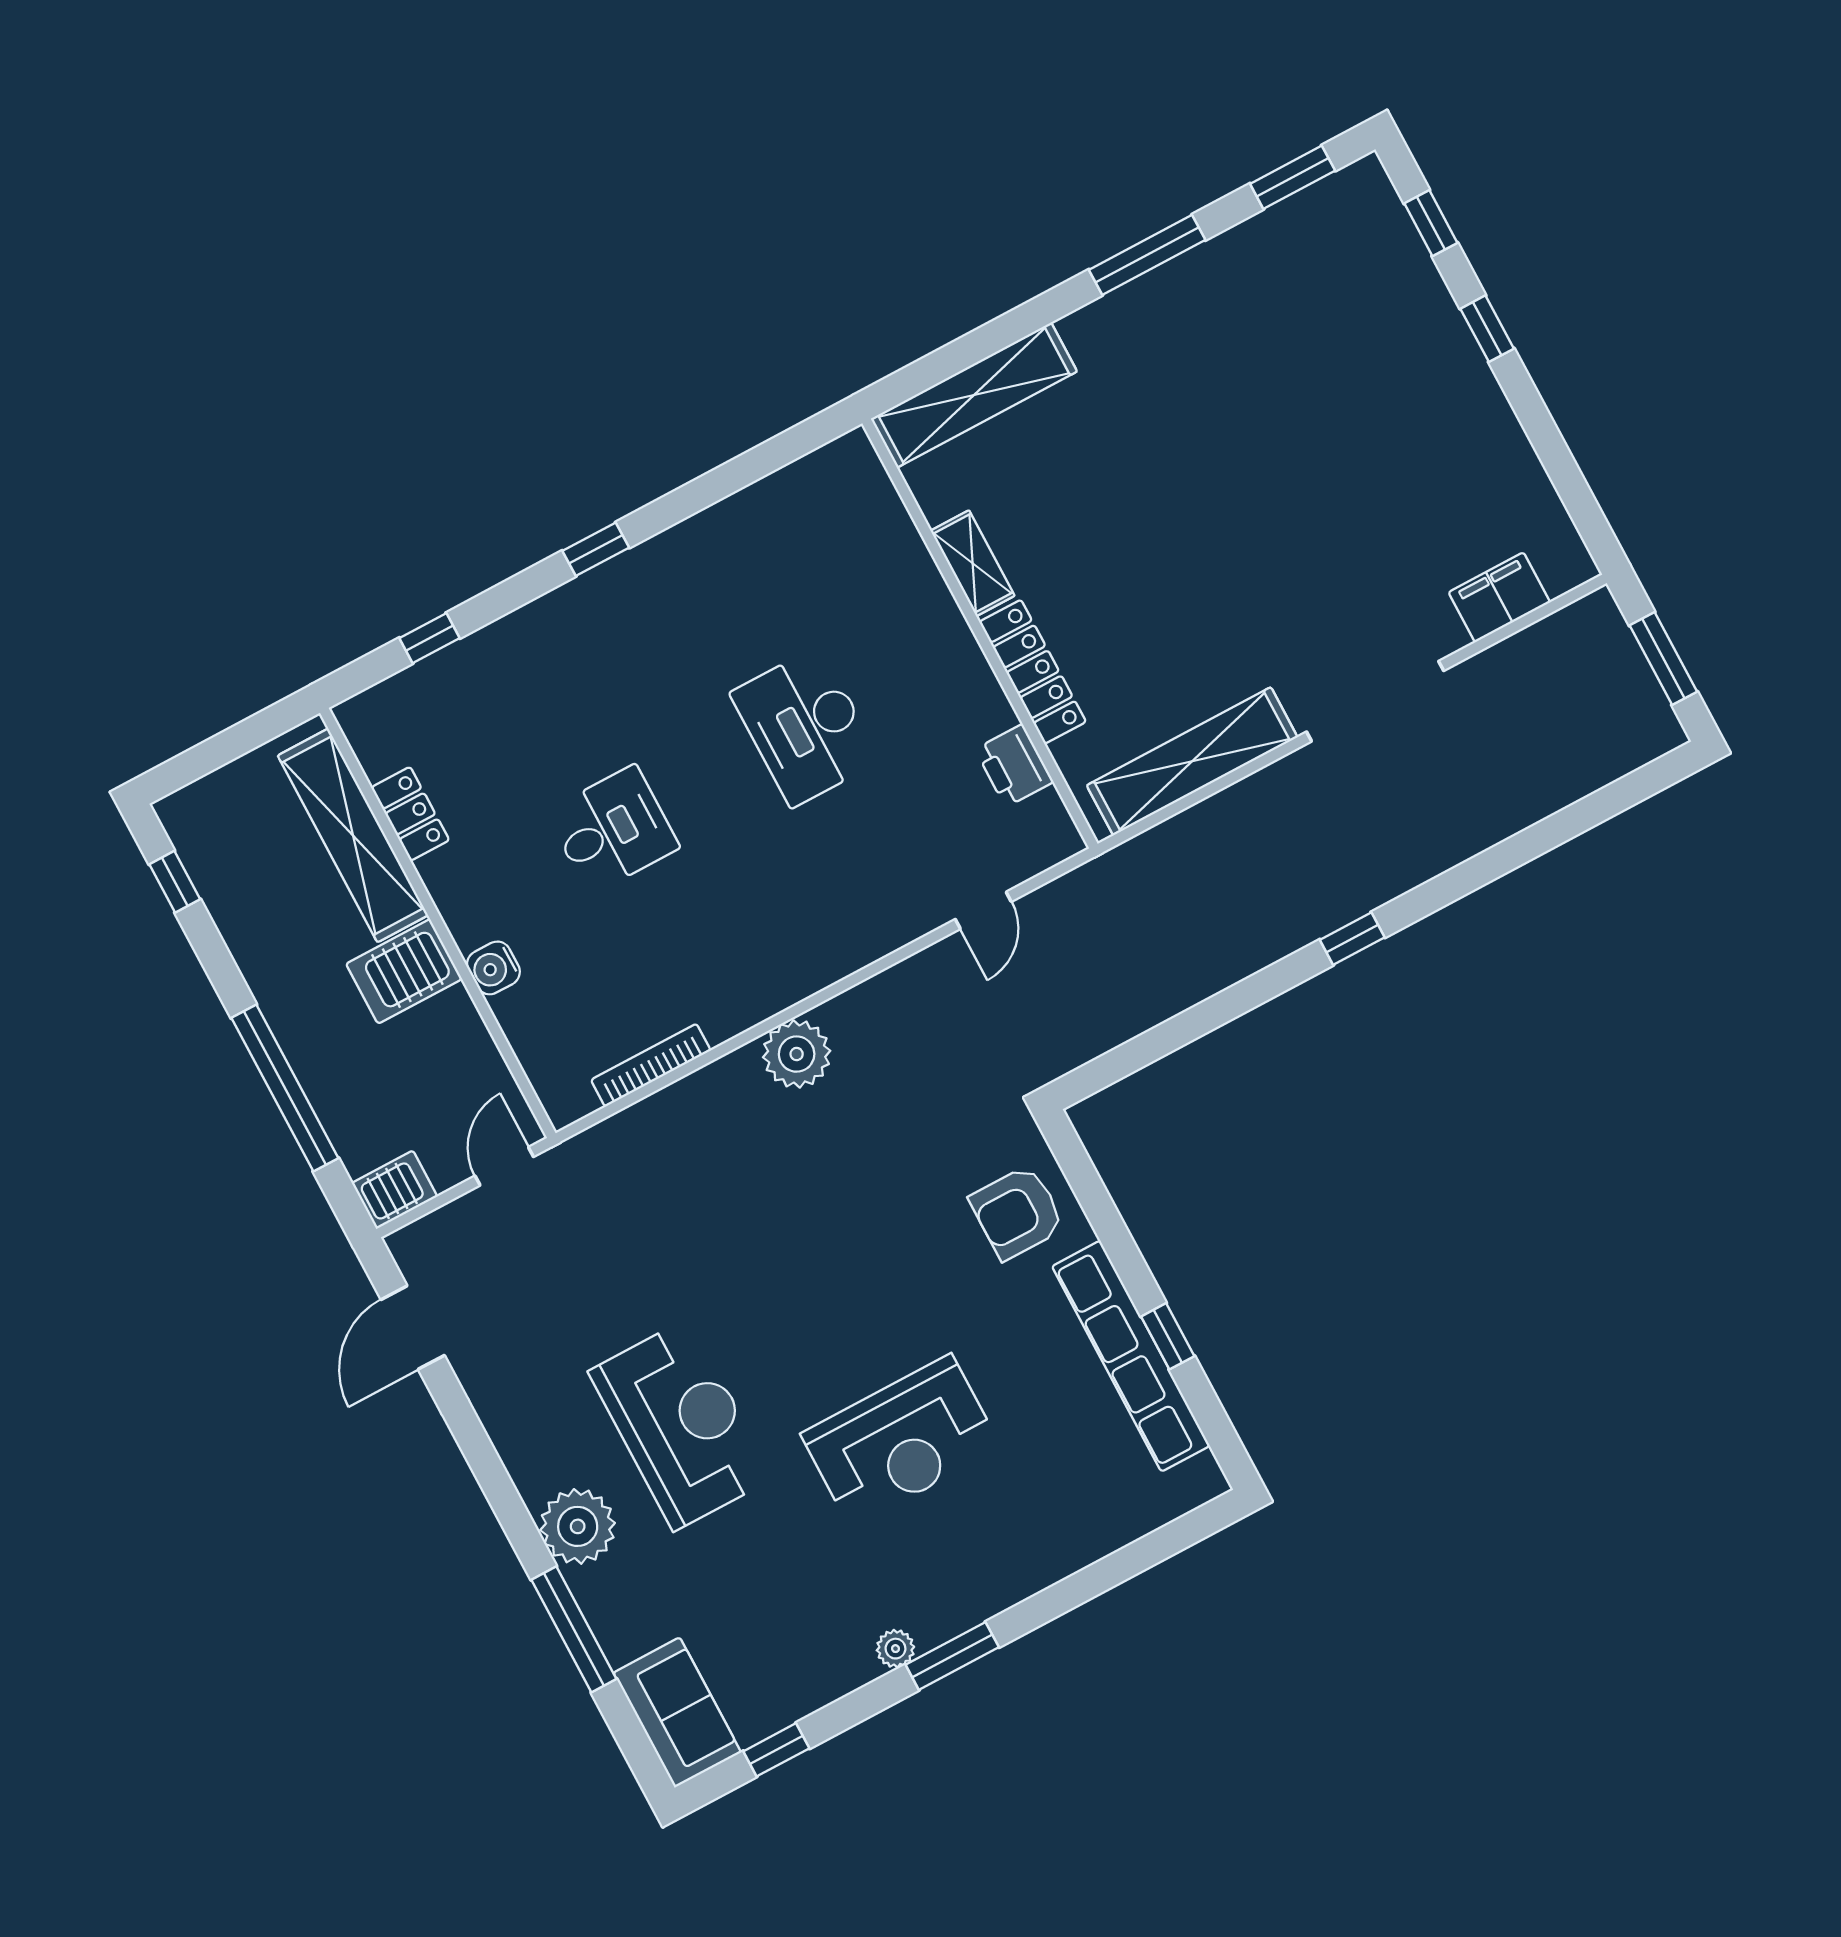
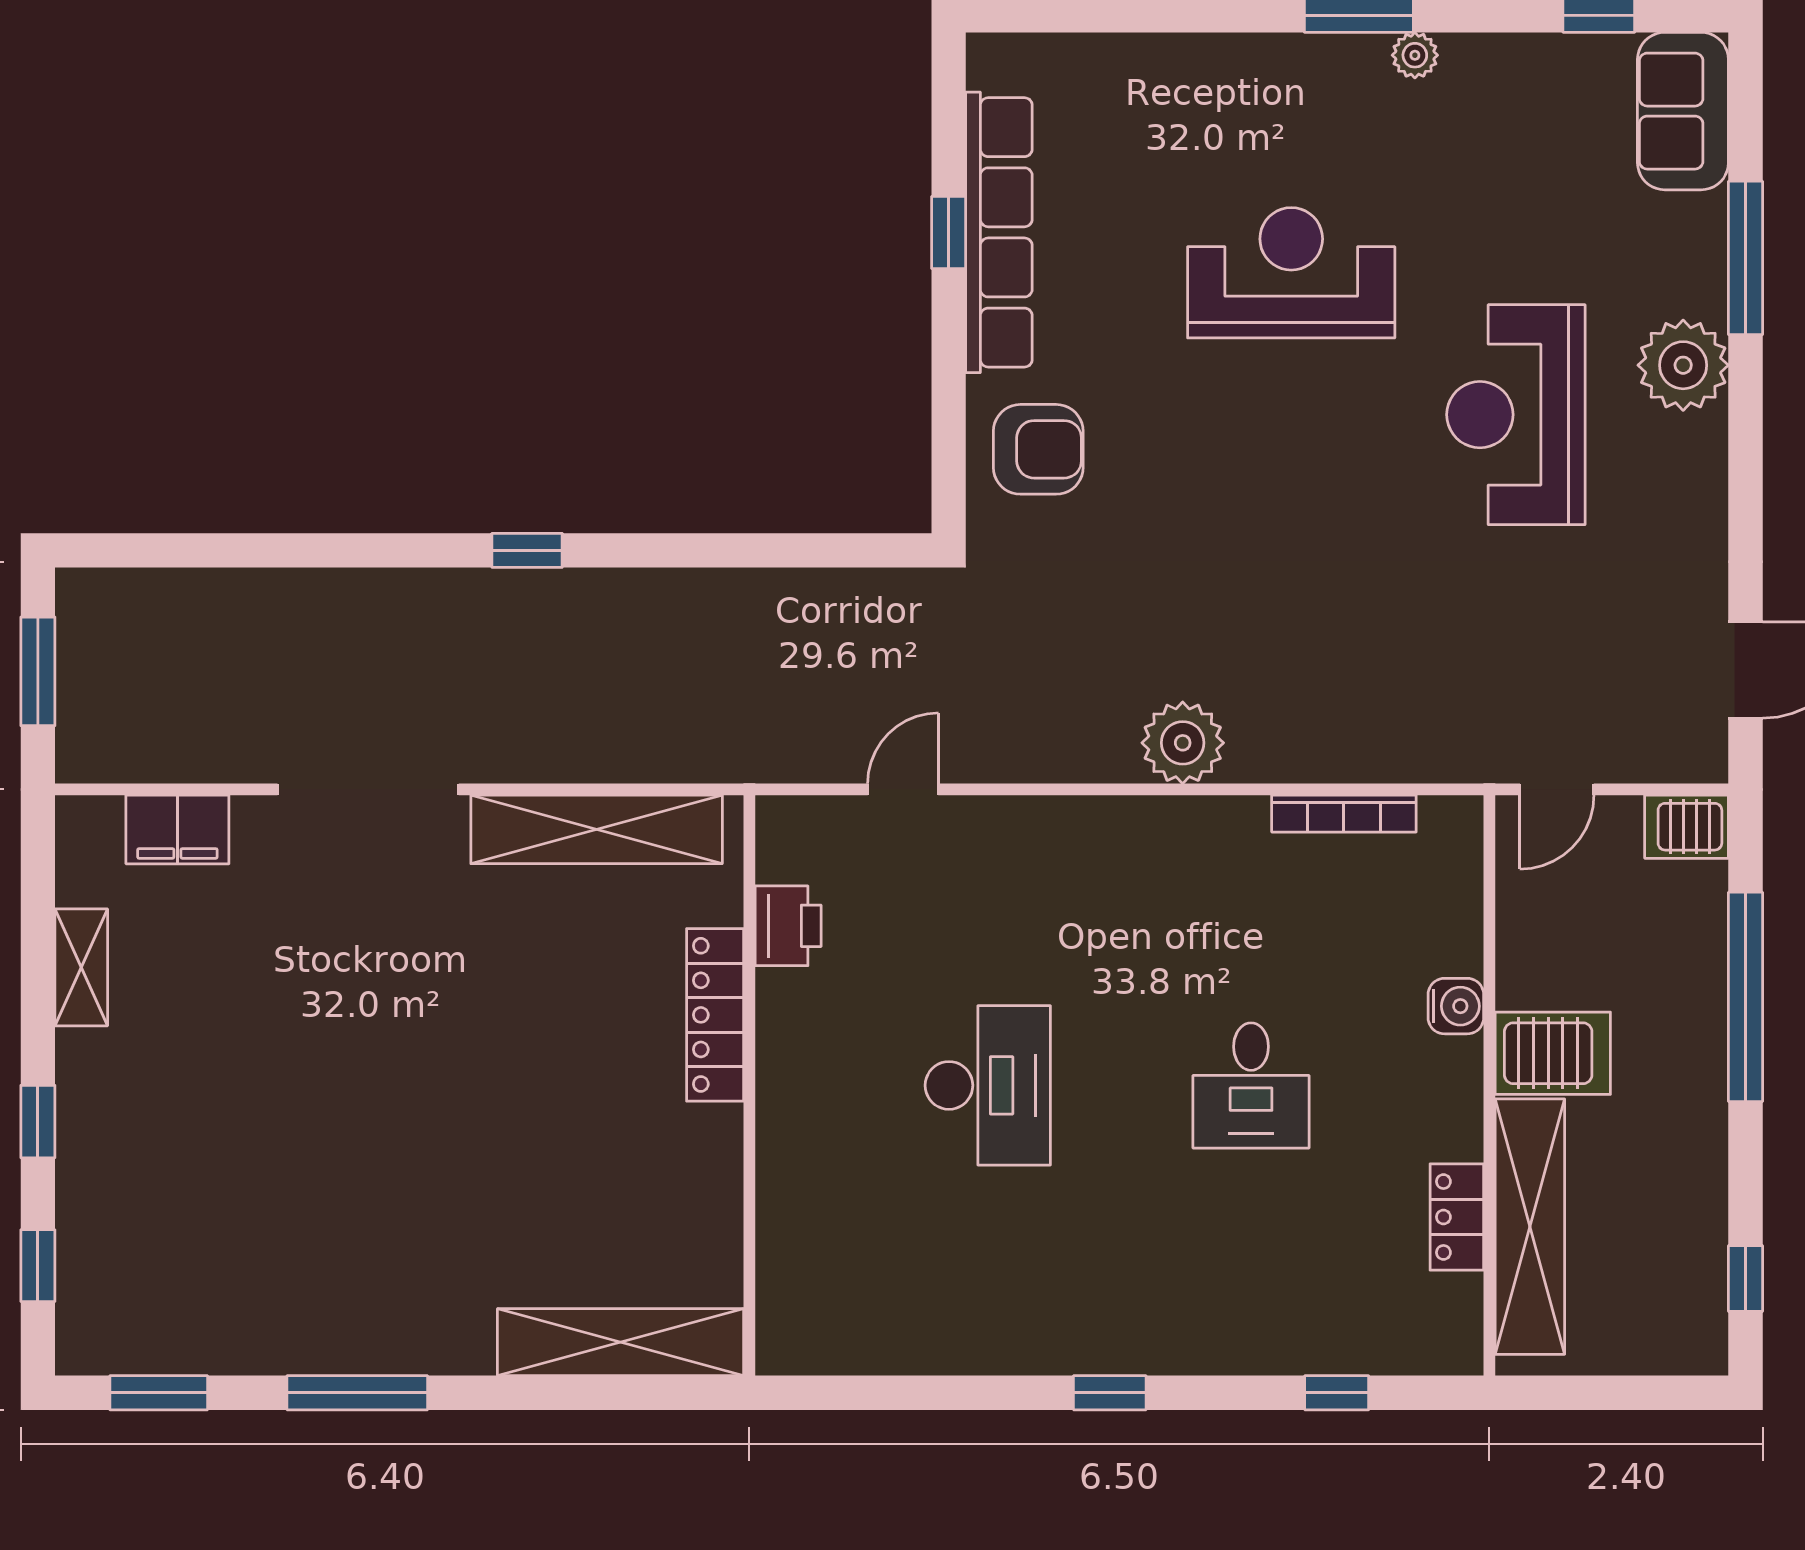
shelving: (973, 563) -> (81, 967), moved
desk: (612, 830) -> (1251, 1085), turned -90

